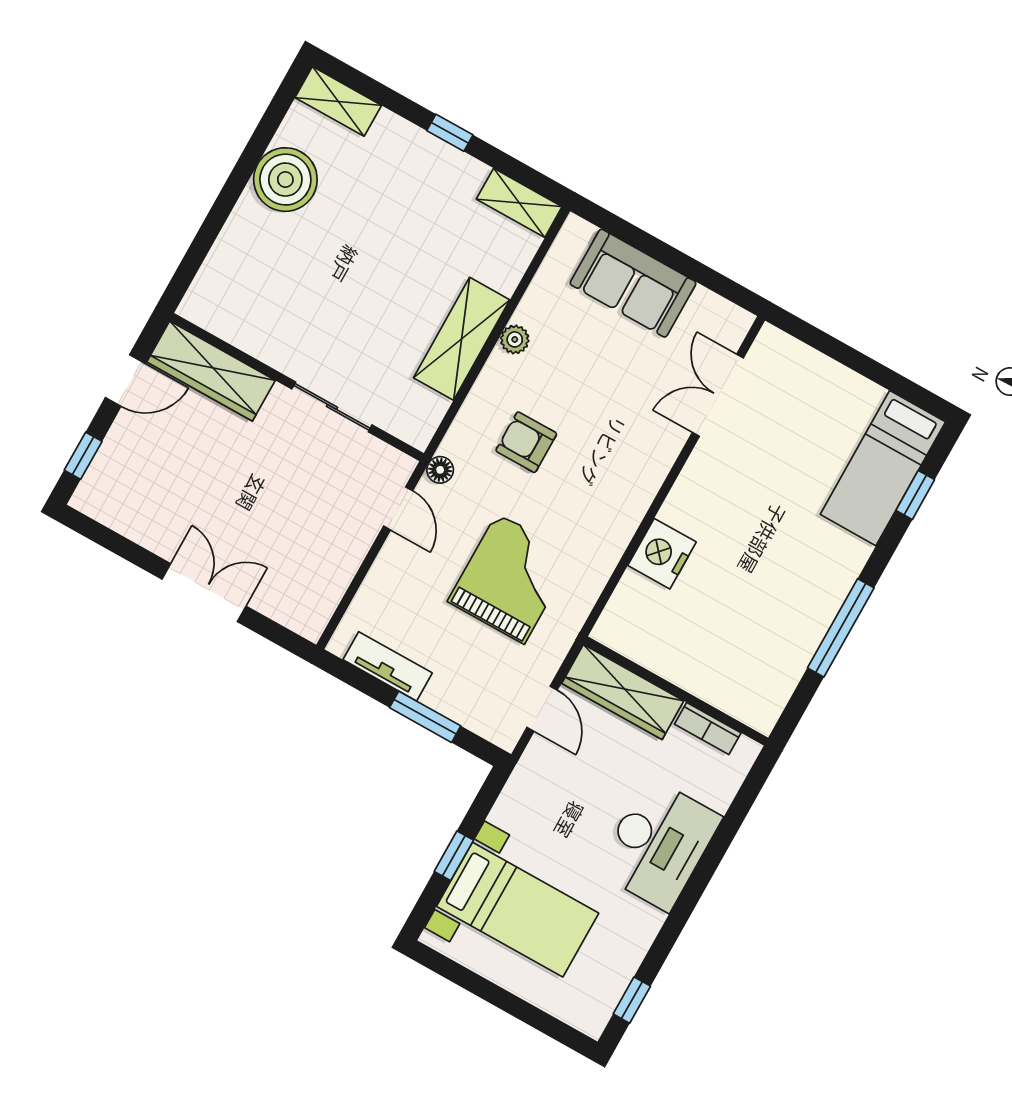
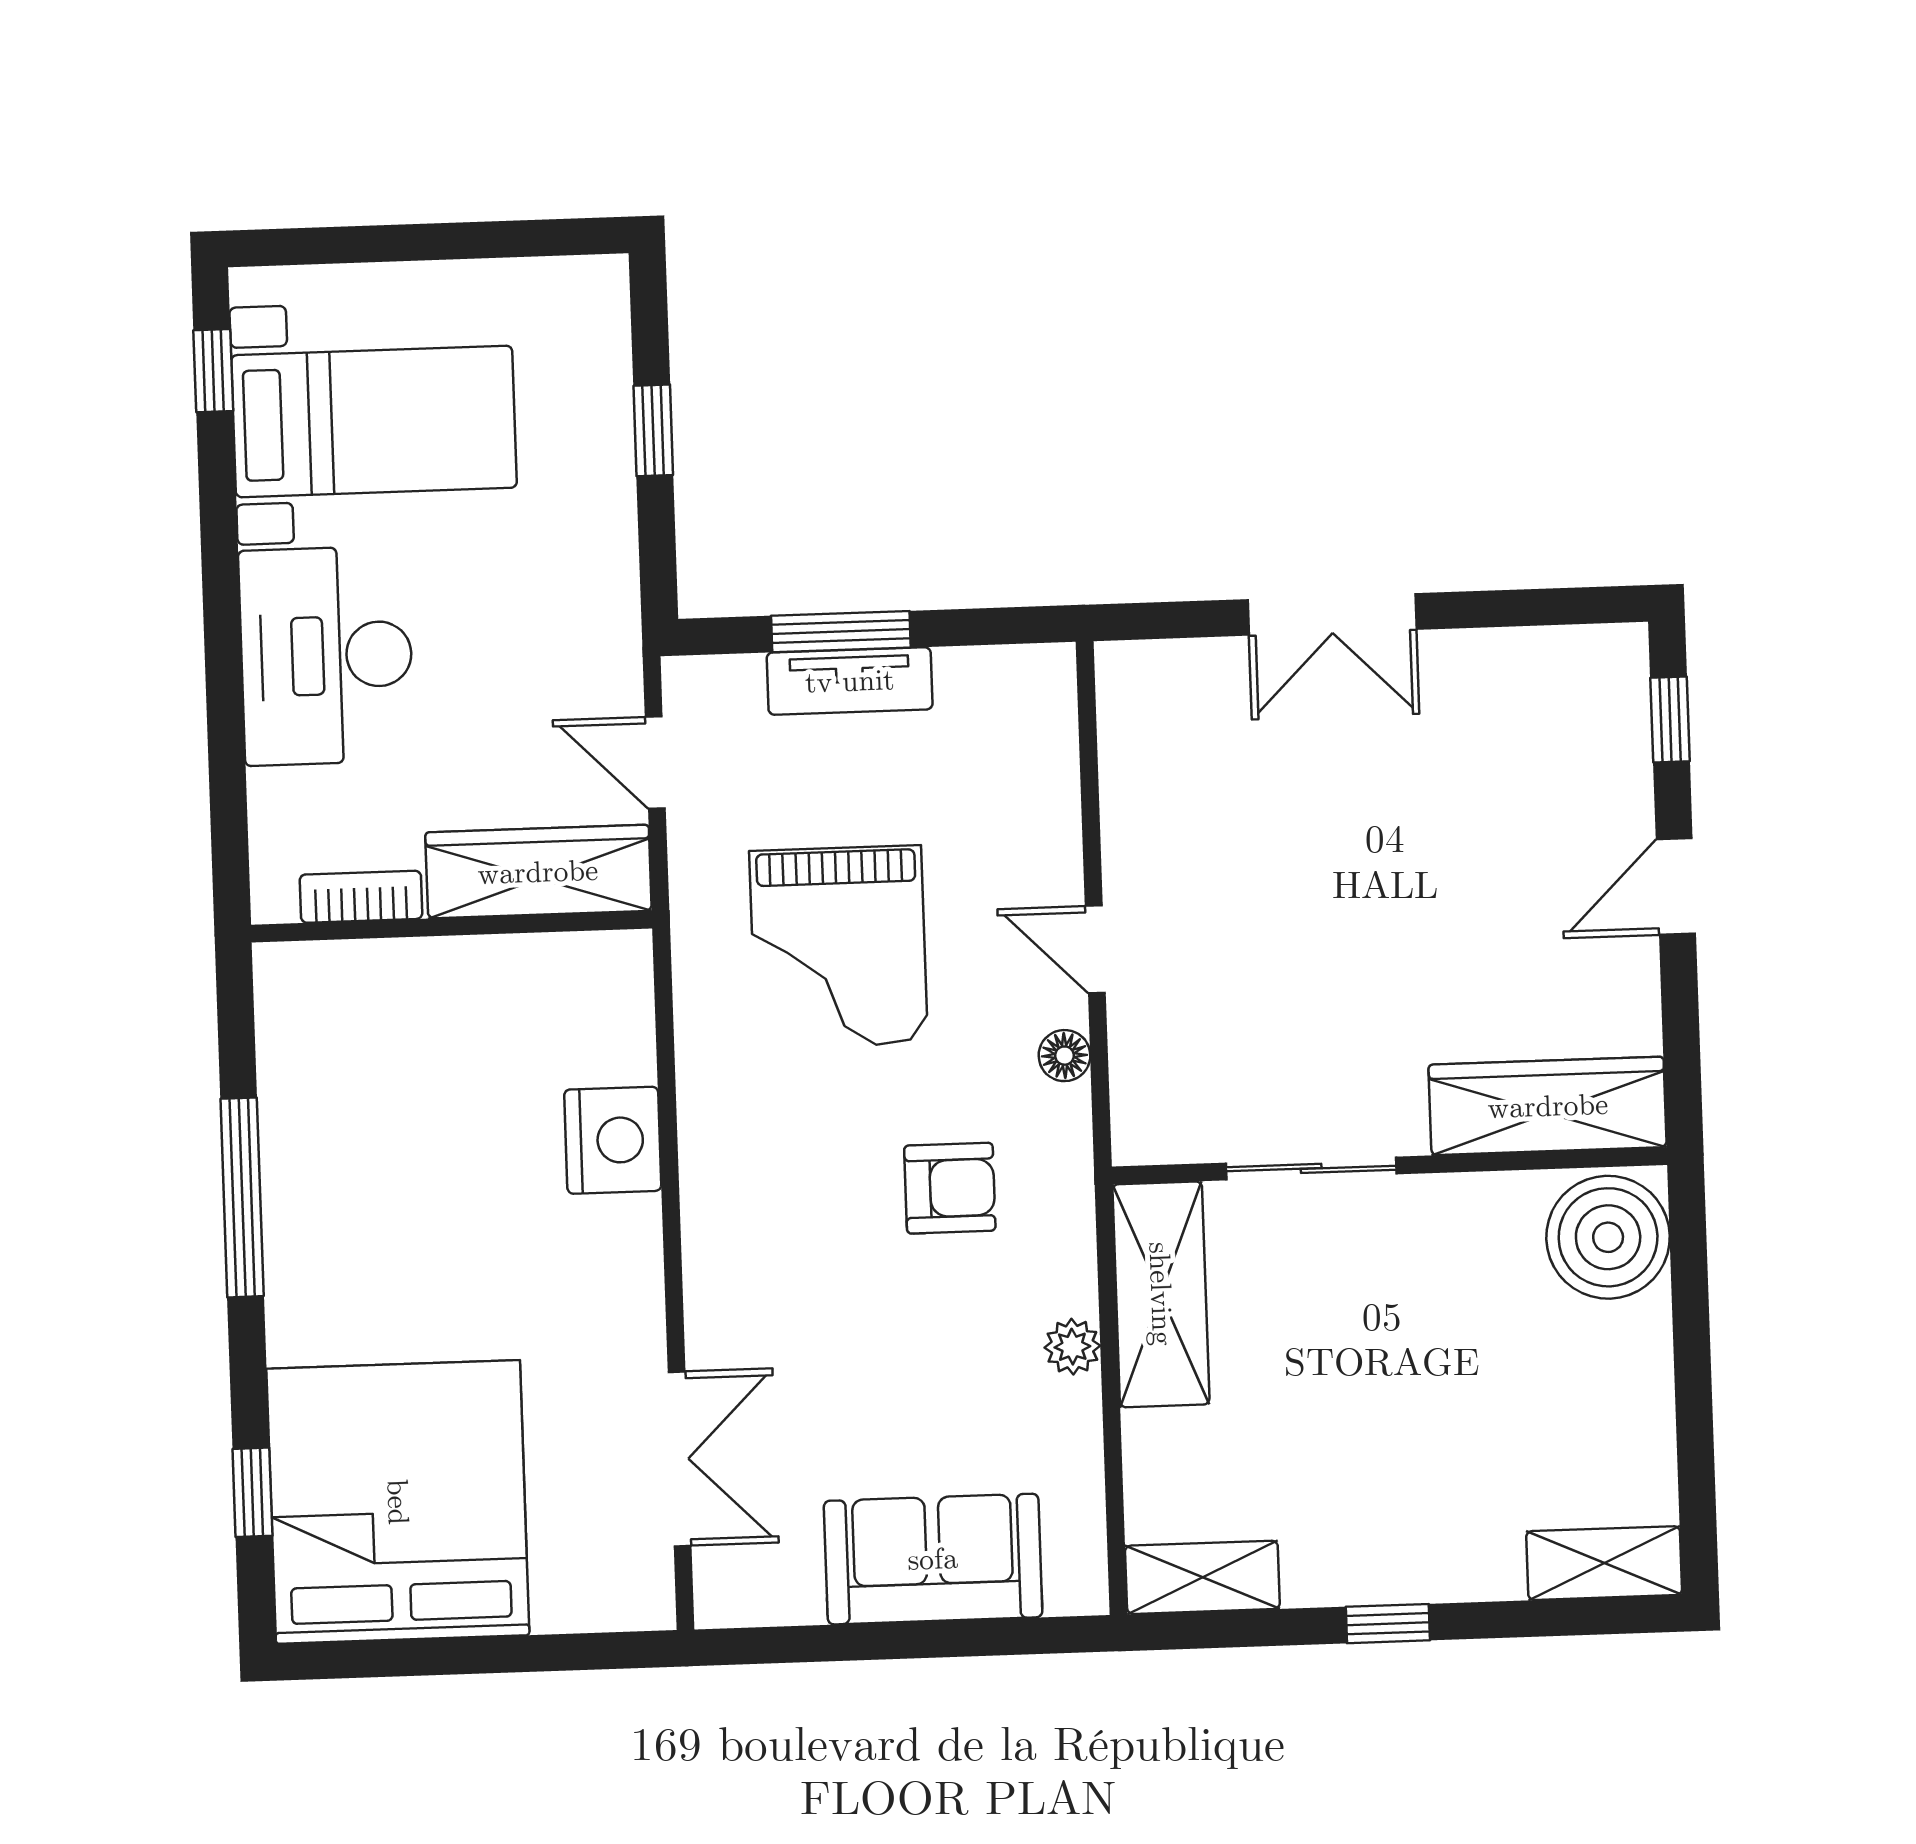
boiler: (285, 180) -> (1608, 1237), moved
wardrobe: (211, 371) -> (1548, 1106), moved
wall: (297, 387) -> (1389, 1166), moved
sliding door: (332, 407) -> (1311, 1168), moved
bed: (883, 468) -> (398, 1502), width x2.04
tv unit: (388, 666) -> (850, 681), moved
bed with nightstands: (518, 910) -> (374, 421), moved, turned 180

